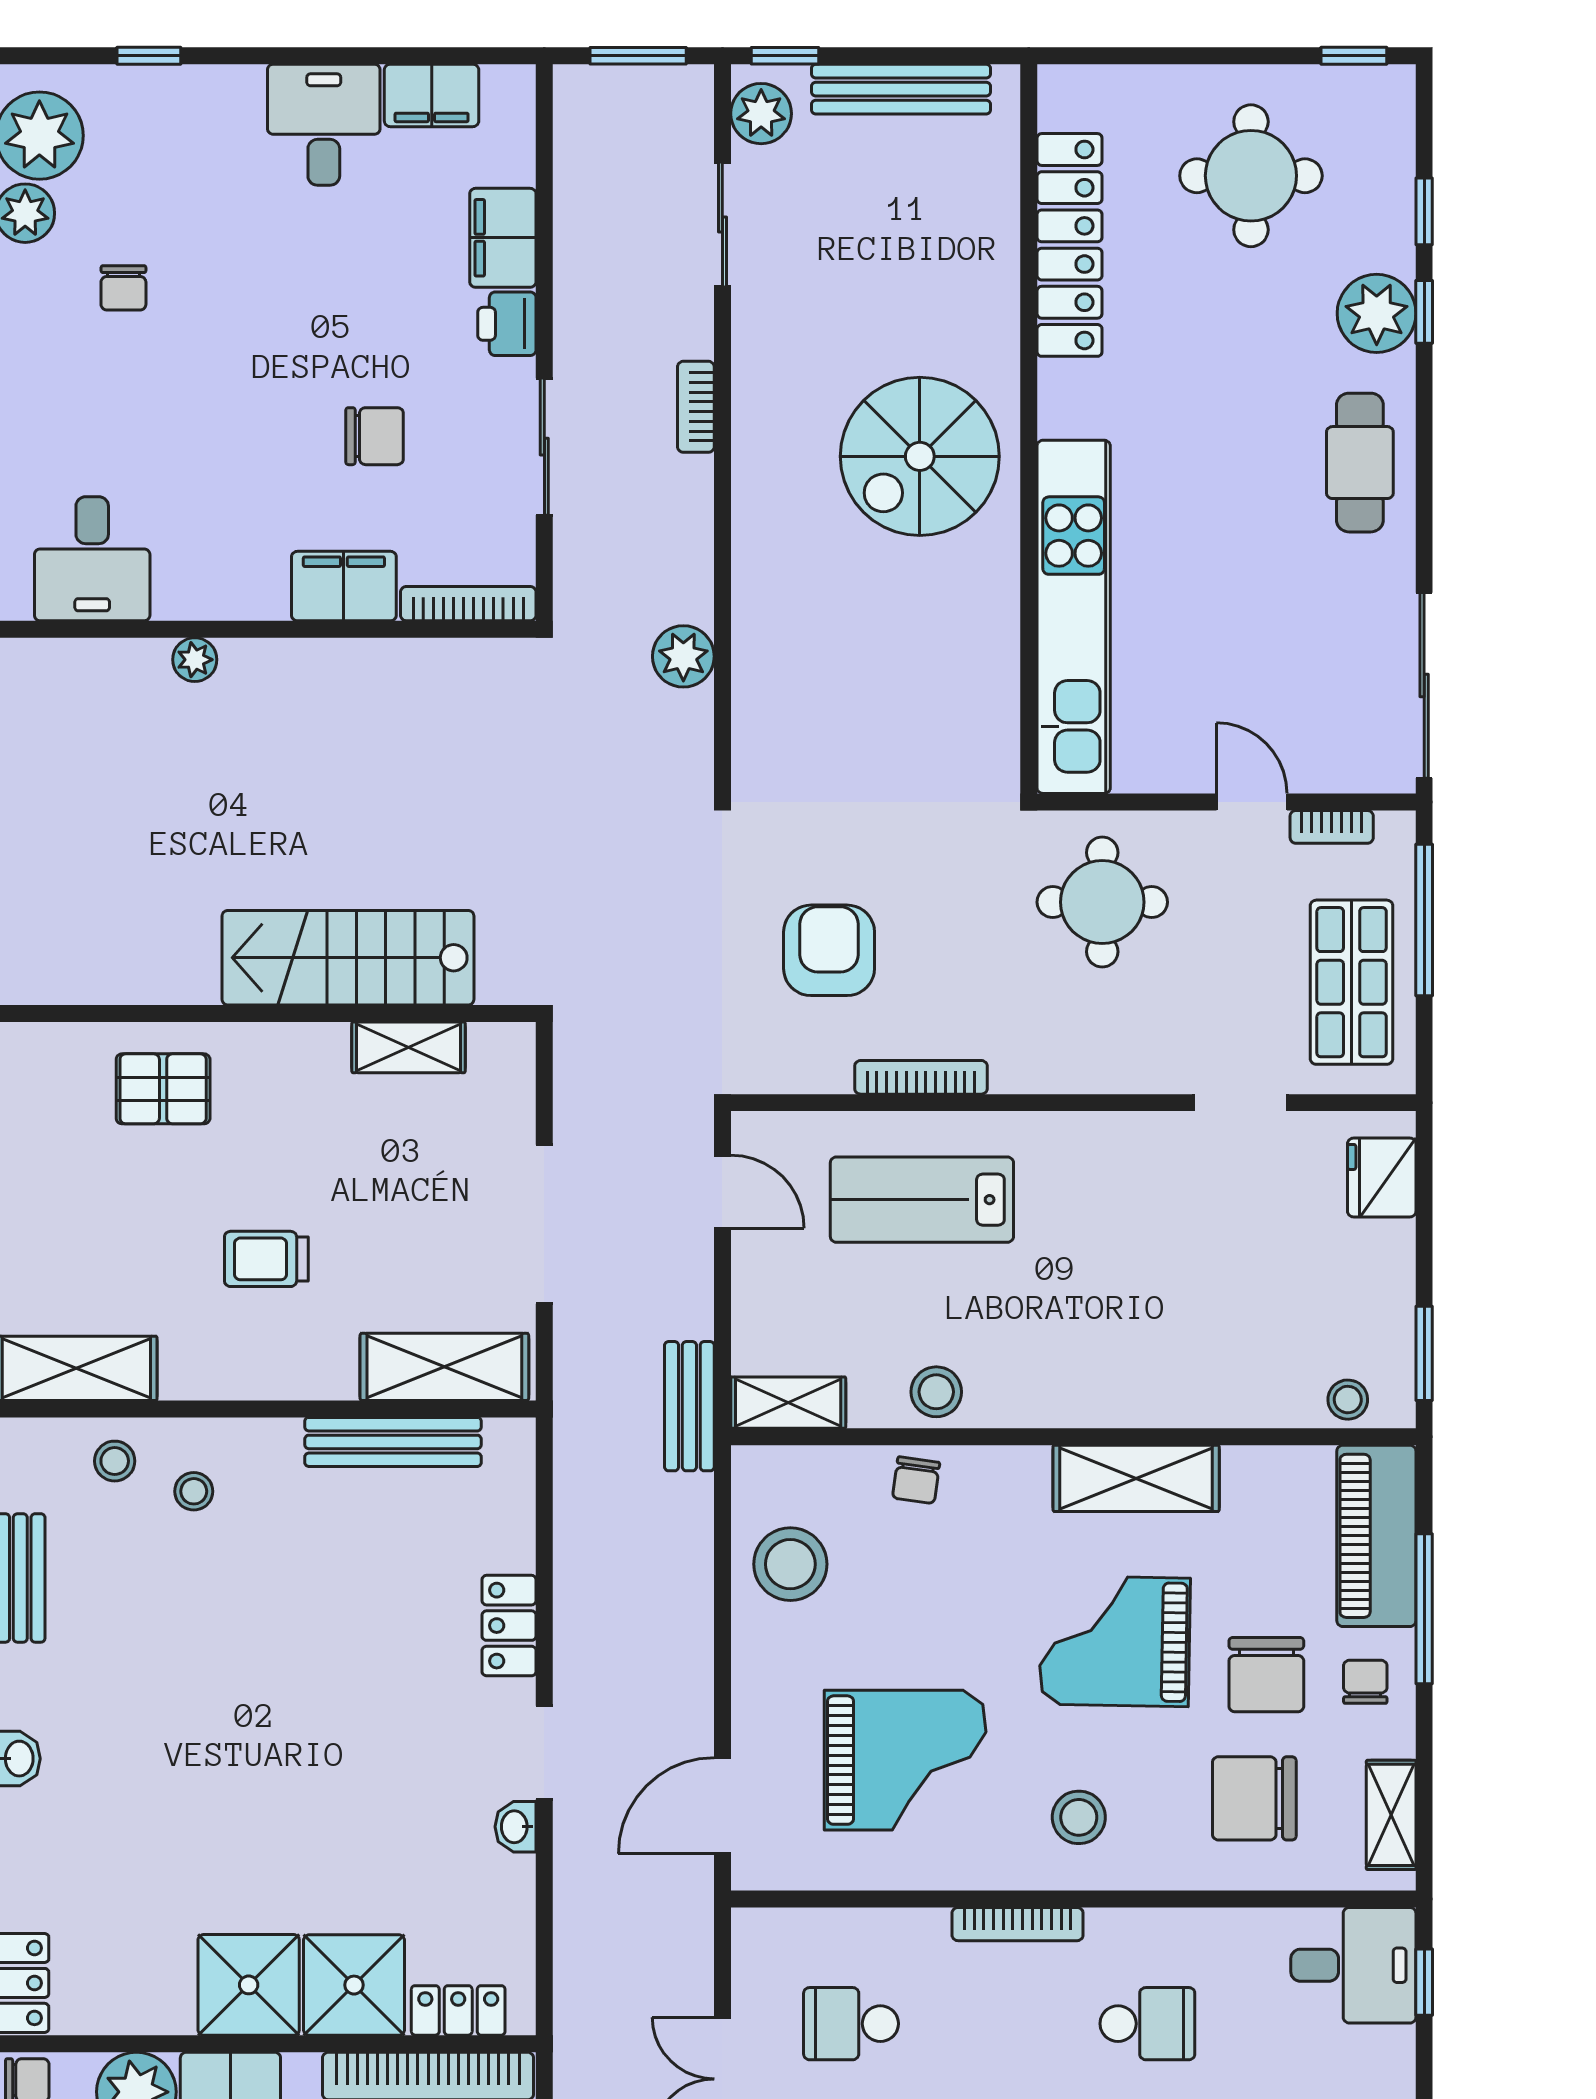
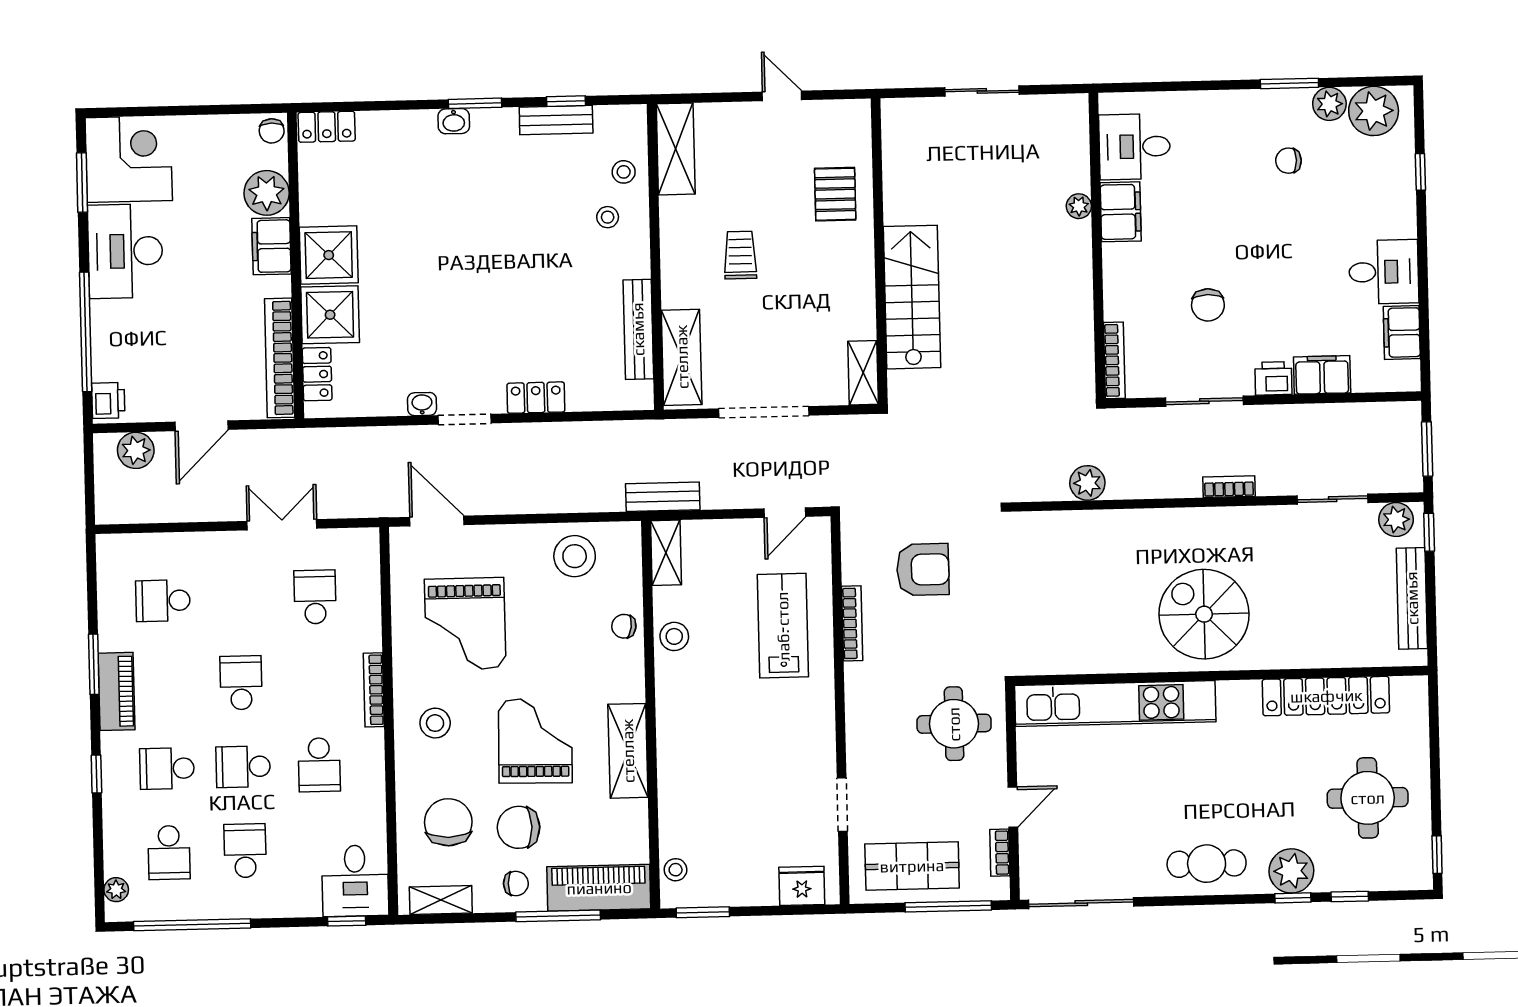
filing cabinet: (344, 586) -> (1121, 212), moved
shelving: (408, 1047) -> (863, 373), moved

